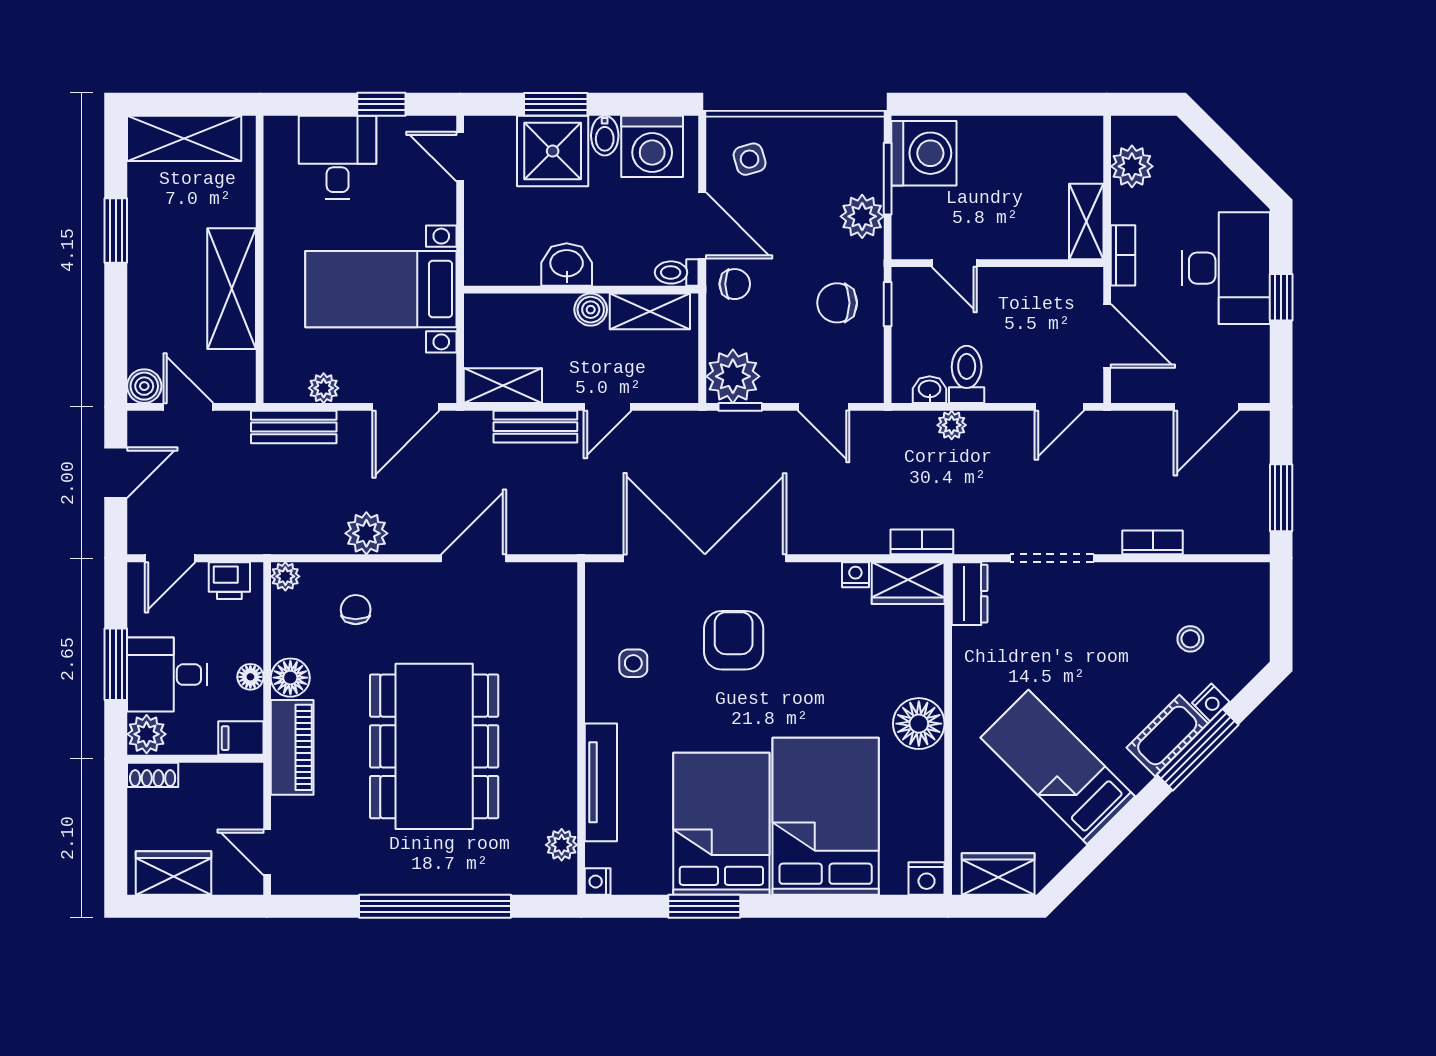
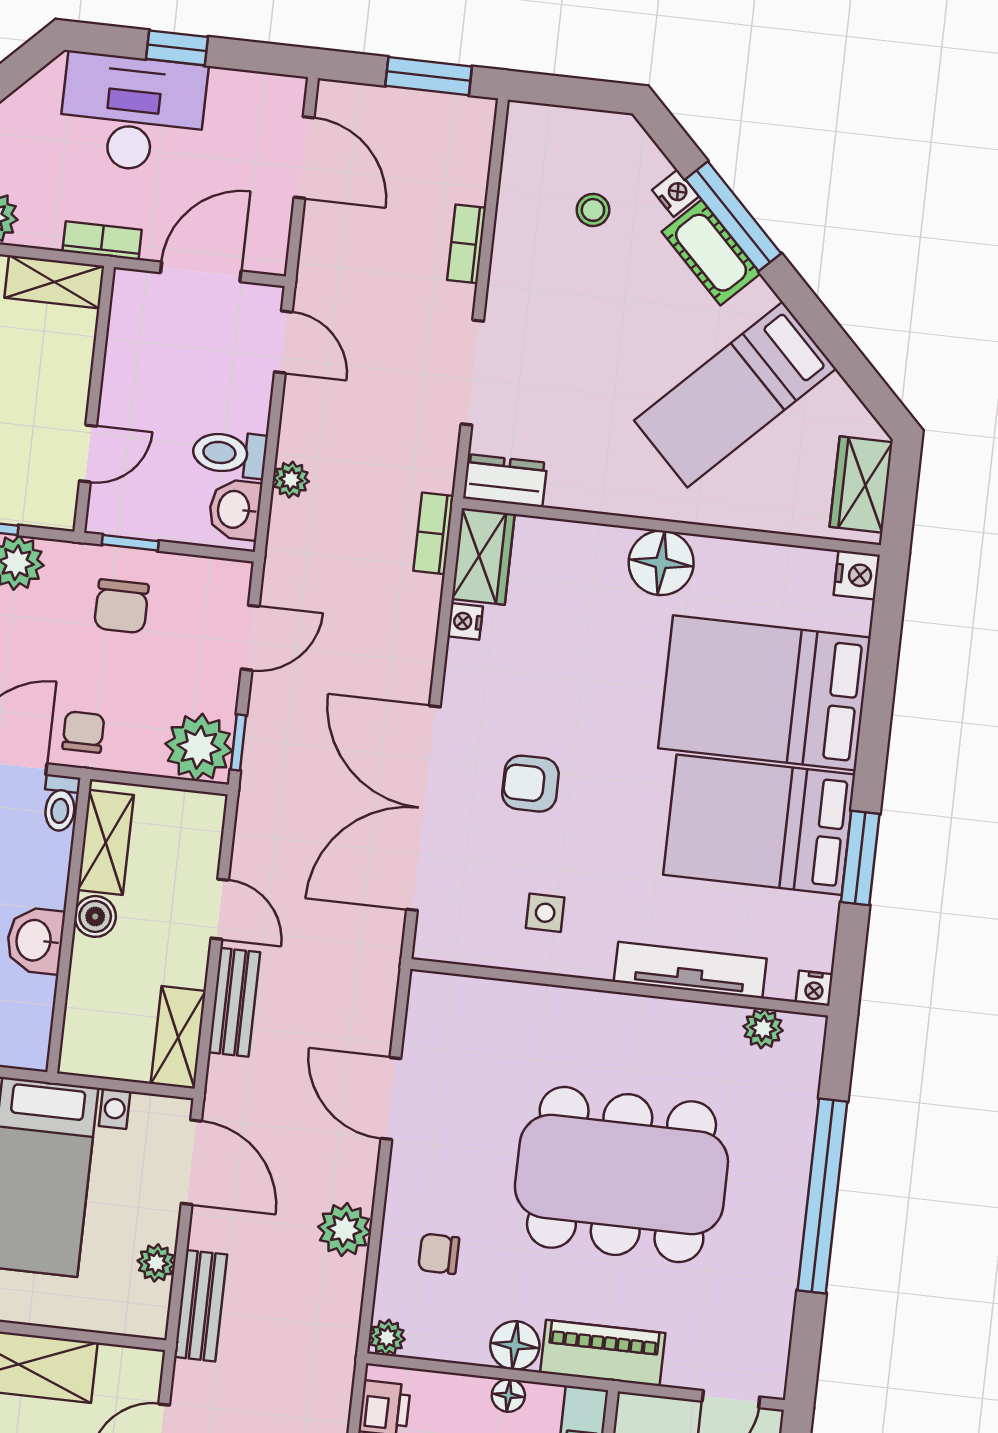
washbasin: (930, 390) -> (235, 510), width x1.38, depth x1.45
armchair: (734, 640) -> (530, 784), width x0.72, depth x0.72

